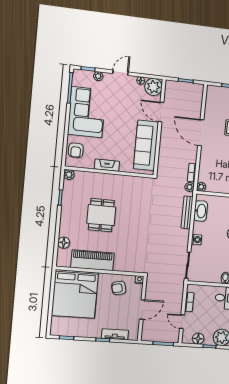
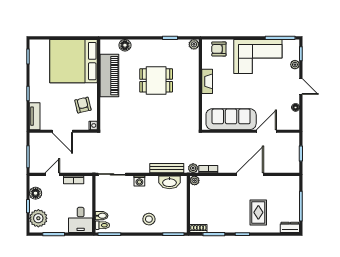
plant: (153, 87) -> (291, 121), removed
tv unit: (115, 334) -> (35, 116), moved

